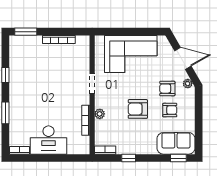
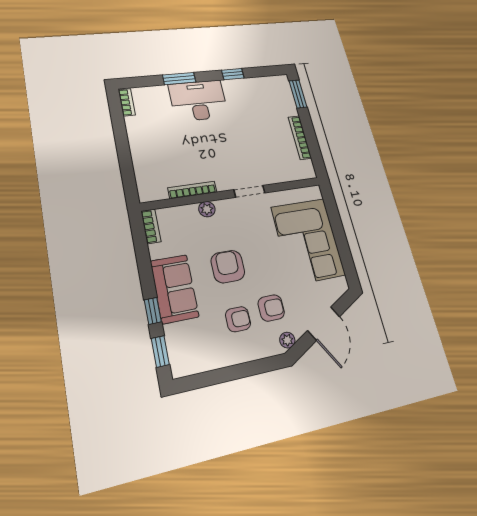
armchair: (167, 89) -> (271, 308), turned 90
armchair: (170, 110) -> (238, 319), turned -90
desk: (49, 140) -> (198, 101), moved, turned 90
sofa: (176, 143) -> (174, 289), moved
window: (129, 158) -> (153, 311), moved

